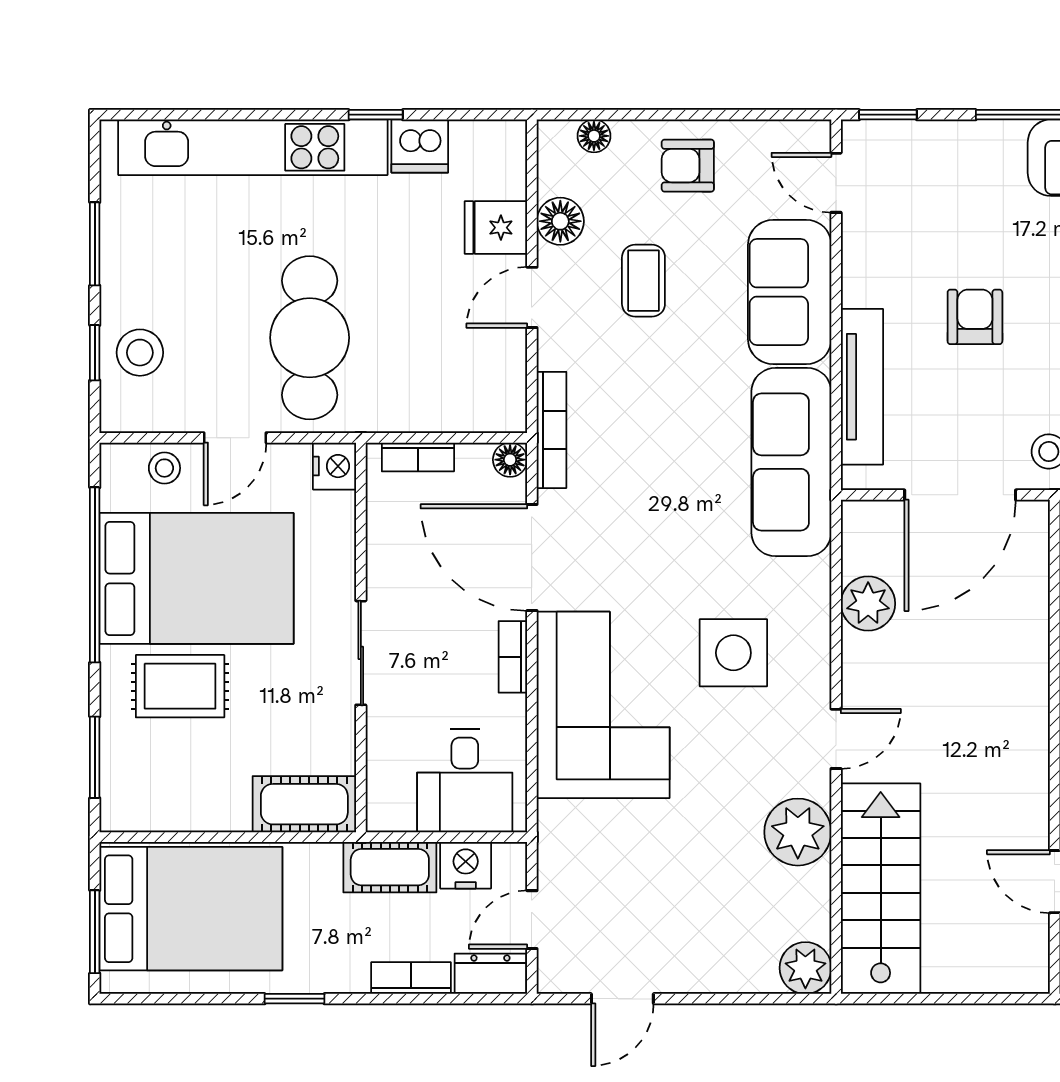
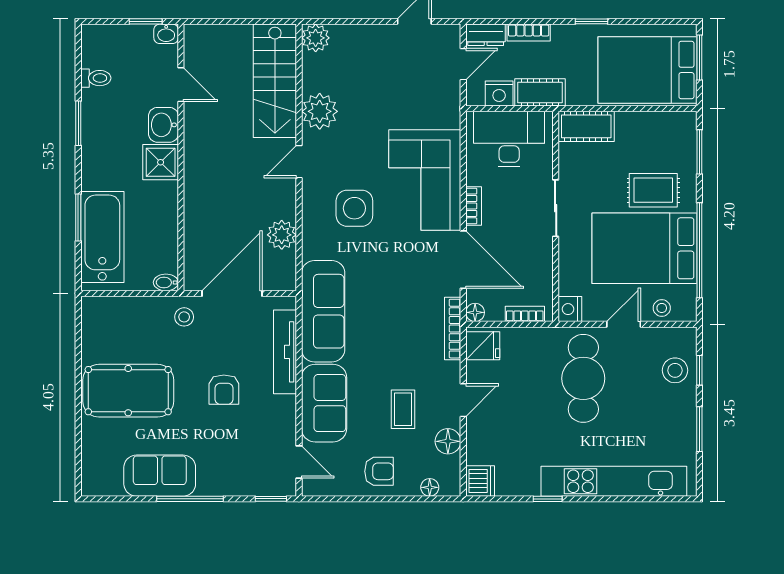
dishwasher: (420, 146) -> (480, 481), moved, turned 90
fridge: (496, 228) -> (483, 346), moved
desk: (465, 781) -> (509, 139), width x1.37

